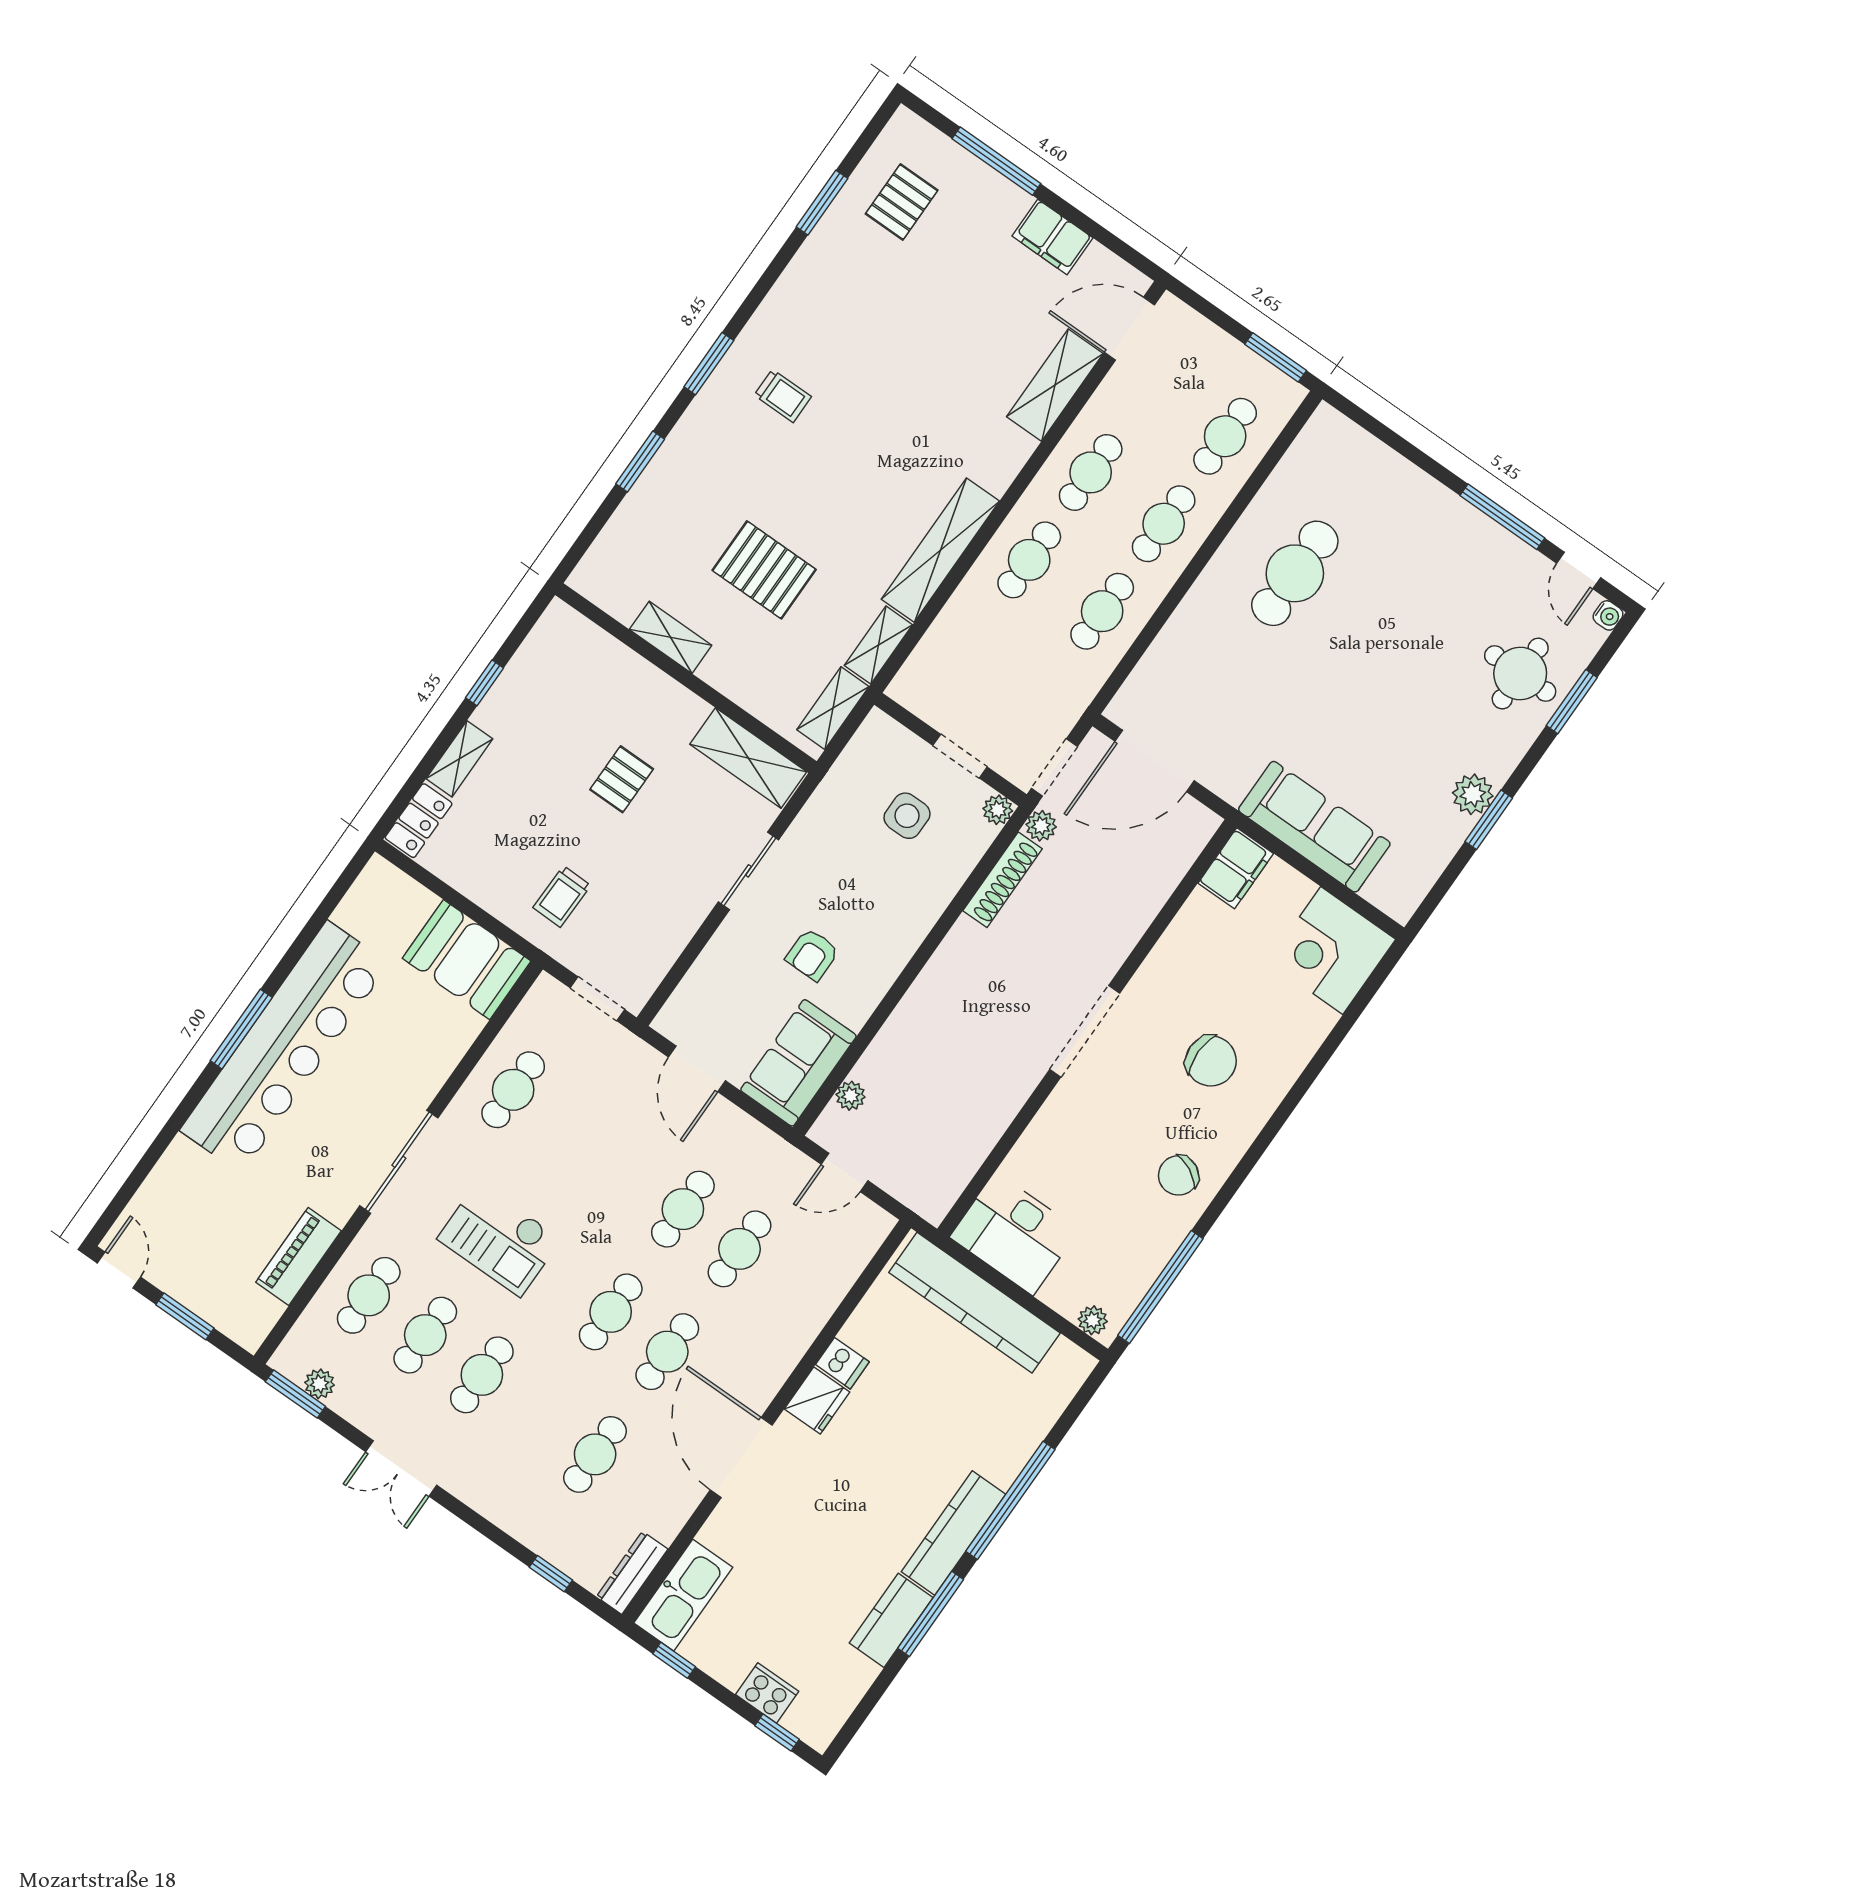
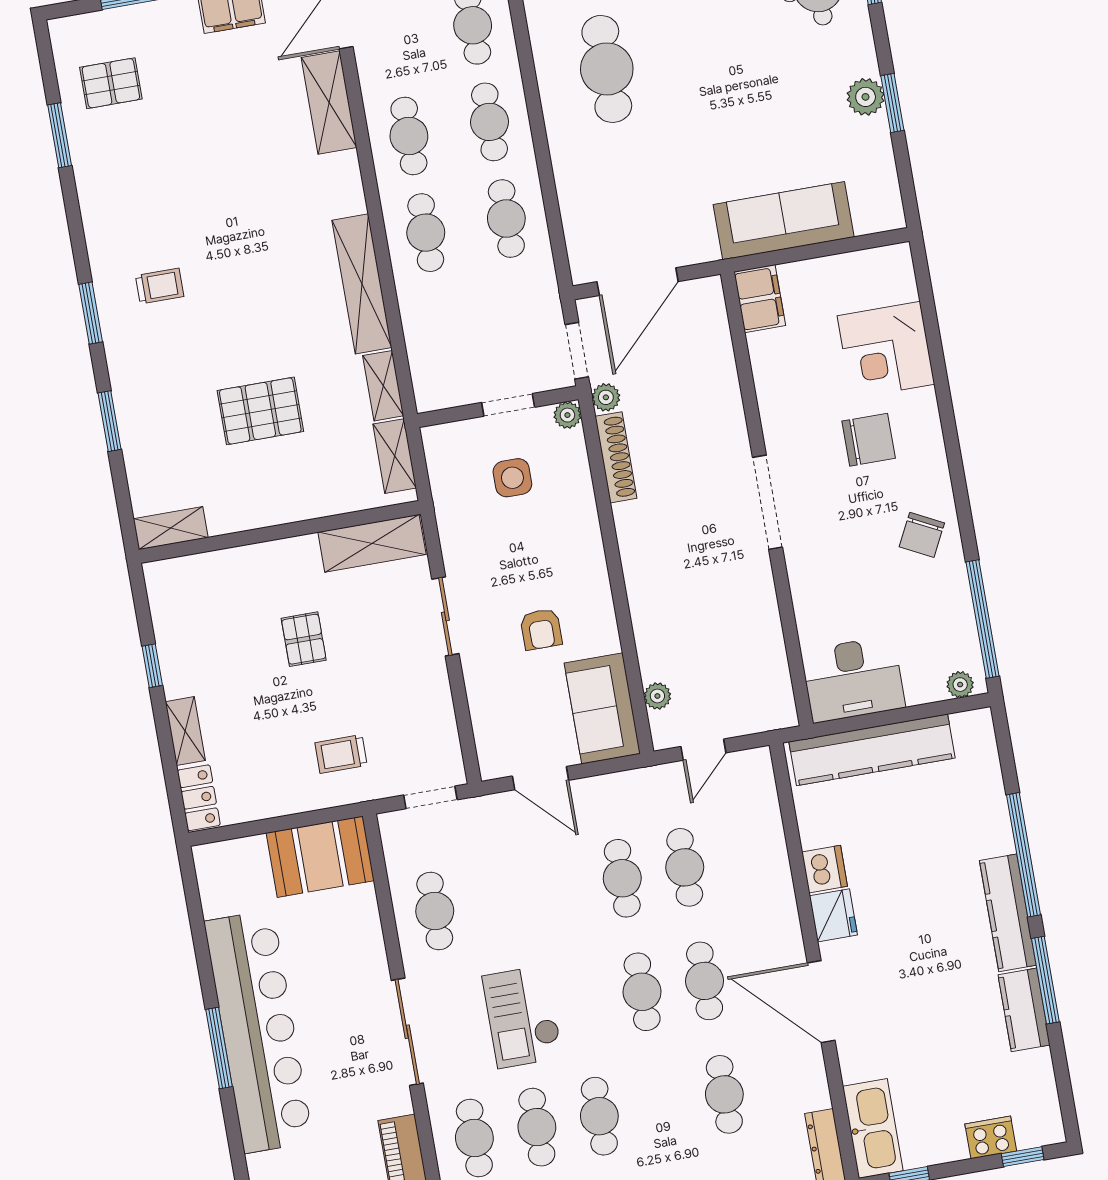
pallet: (902, 202) -> (111, 83), turned 90
shelving: (671, 637) -> (171, 528), moved
trolley: (562, 896) -> (341, 754), turned 89
corner desk: (1332, 951) -> (886, 350), moved
checkout: (499, 1239) -> (522, 1017), turned 90
dishwasher: (842, 1363) -> (825, 869), width x1.38

